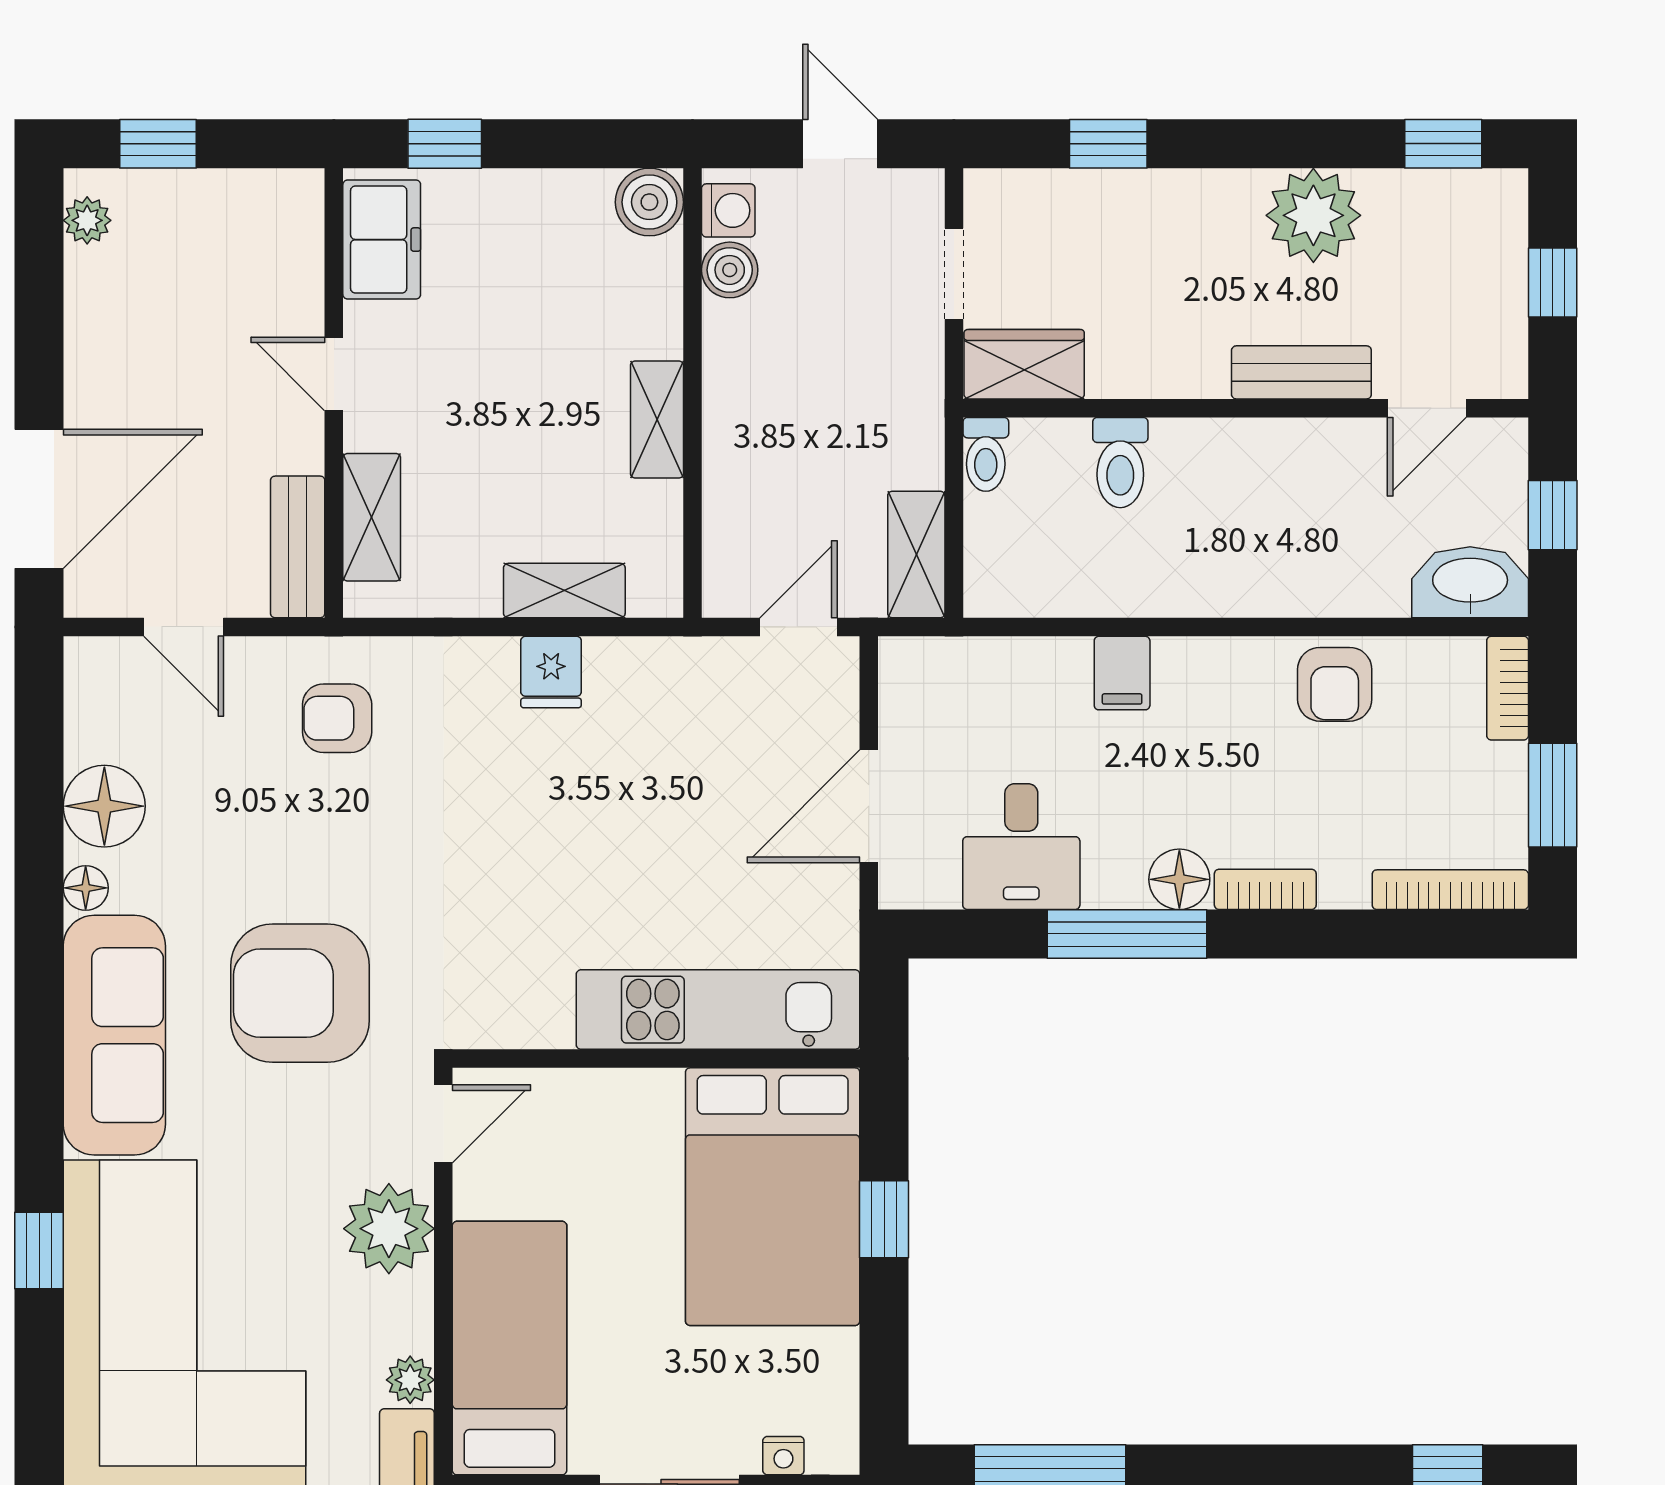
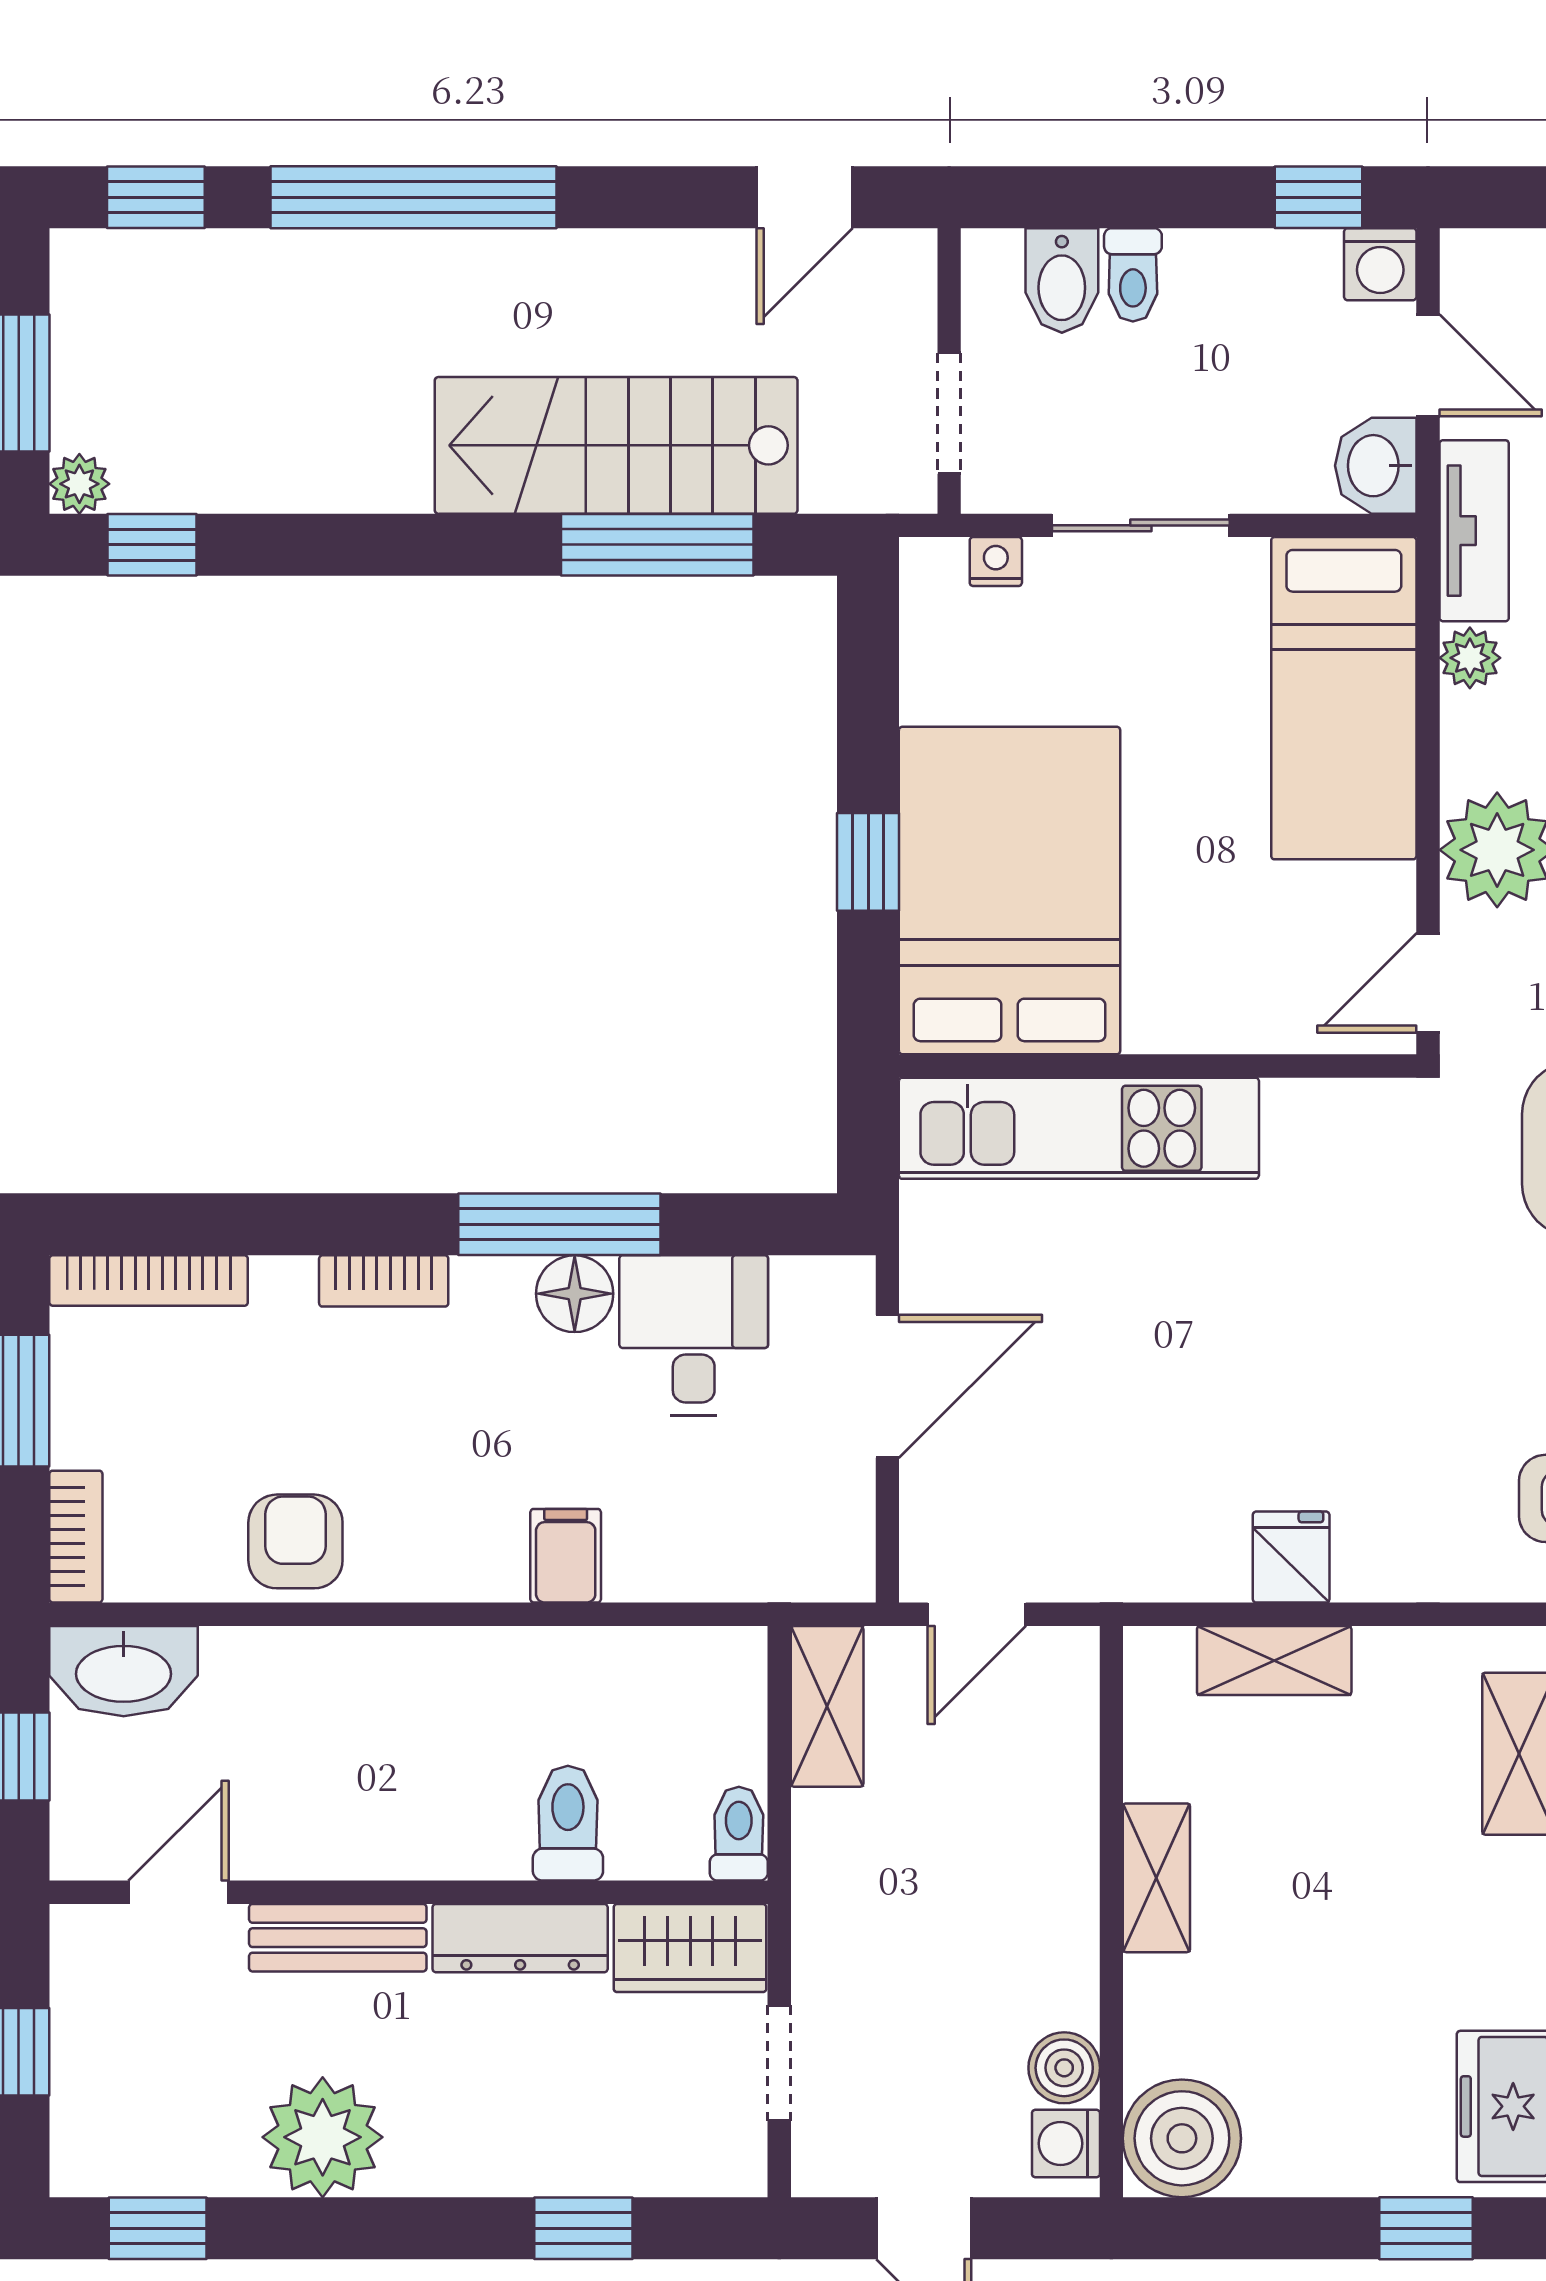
boiler: (649, 202) -> (1182, 2138), width x1.37, depth x1.37
dresser: (1158, 372) -> (520, 1938), added
floor lamp: (1179, 879) -> (575, 1294), moved

